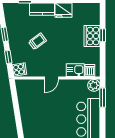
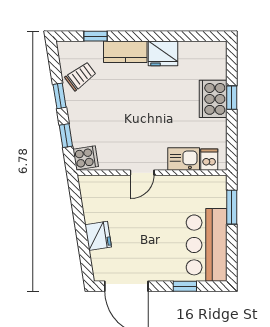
trolley: (37, 41) -> (80, 76), moved
plant: (94, 85) -> (216, 186), removed
fridge: (27, 114) -> (98, 236), added

